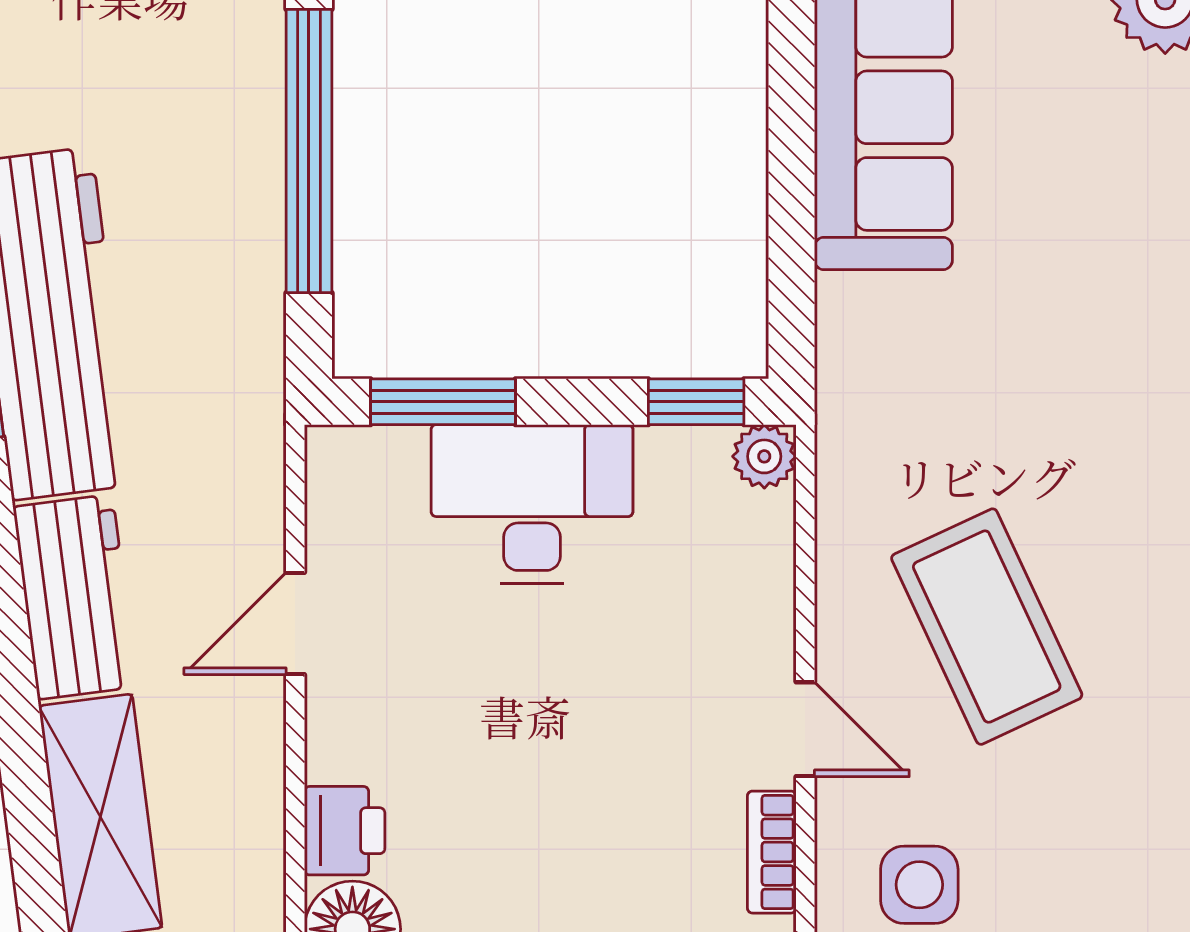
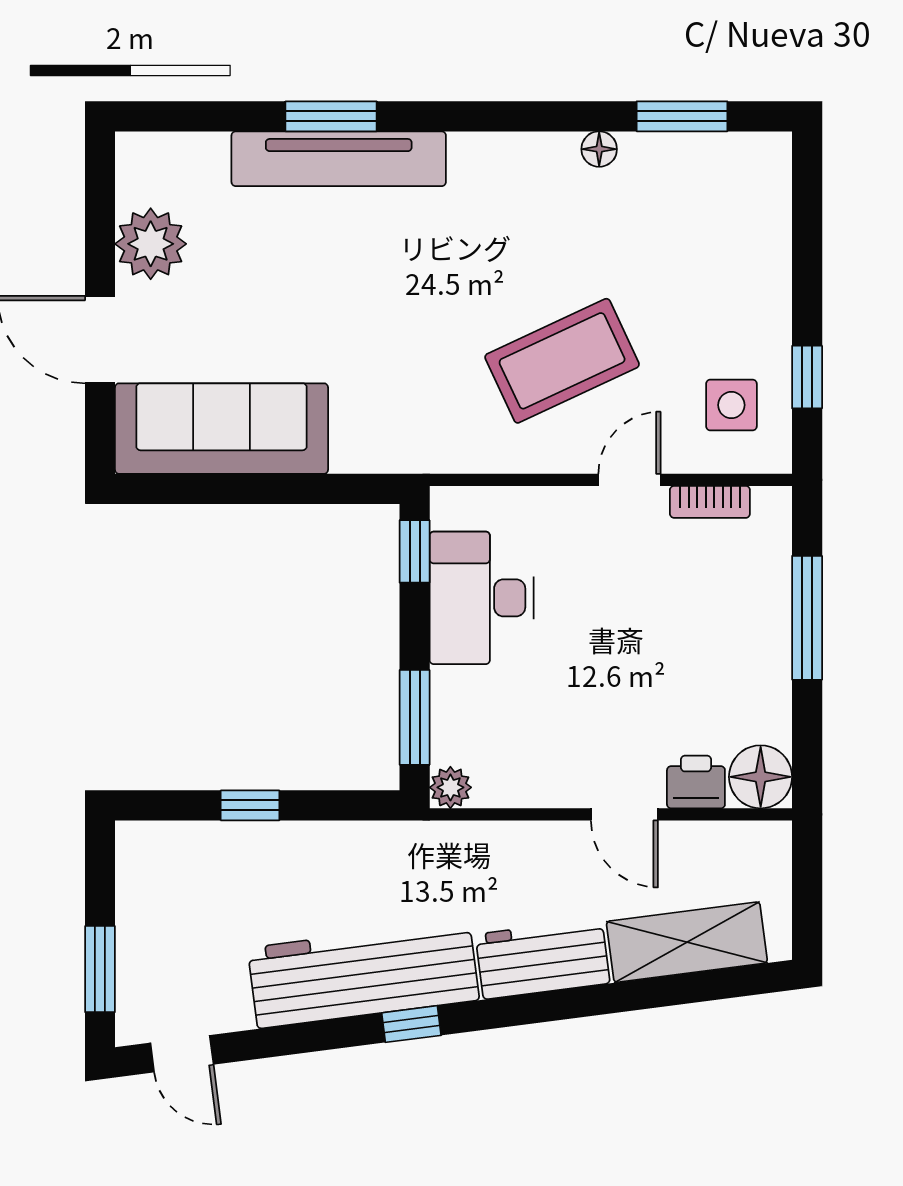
window: (309, 151) -> (250, 805), width x0.32
plant: (764, 456) -> (450, 787), moved
desk: (532, 504) -> (482, 598), moved
door: (295, 624) -> (624, 814), moved

